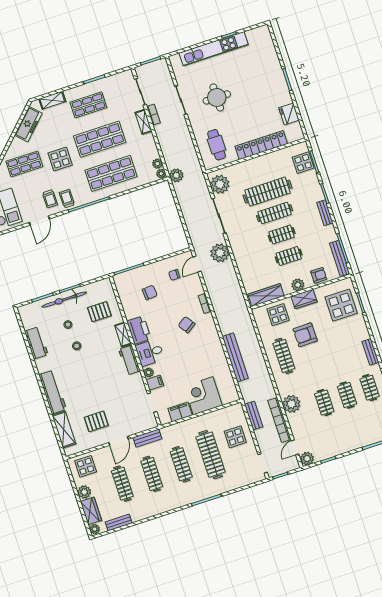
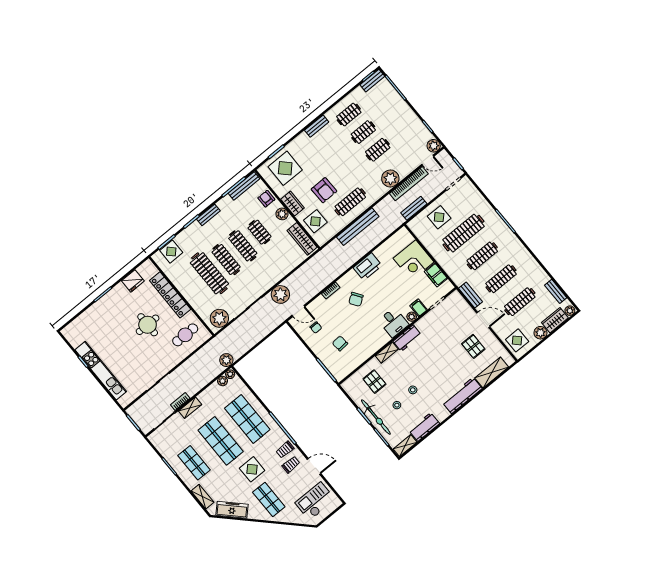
round table: (217, 97) -> (148, 325), moved
clothes rail: (282, 235) -> (243, 246), width x1.36
shelving: (25, 317) -> (405, 446), added
printer: (139, 330) -> (368, 267), moved, turned 180
bench: (235, 357) -> (358, 227), moved

